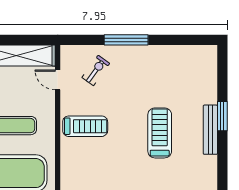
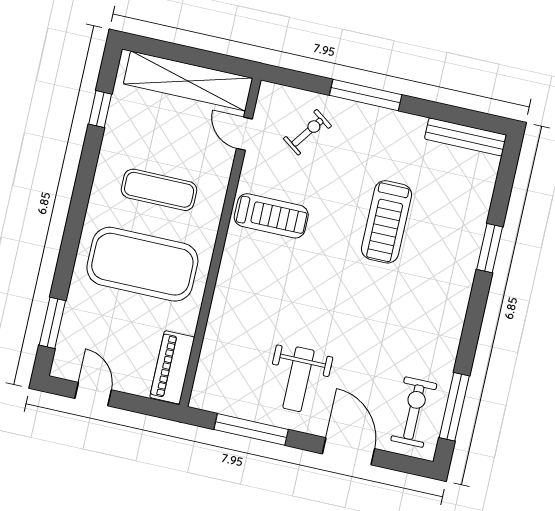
bench: (210, 130) -> (466, 137), moved, turned 90
treadmill: (160, 133) -> (386, 222), moved, turned 180

